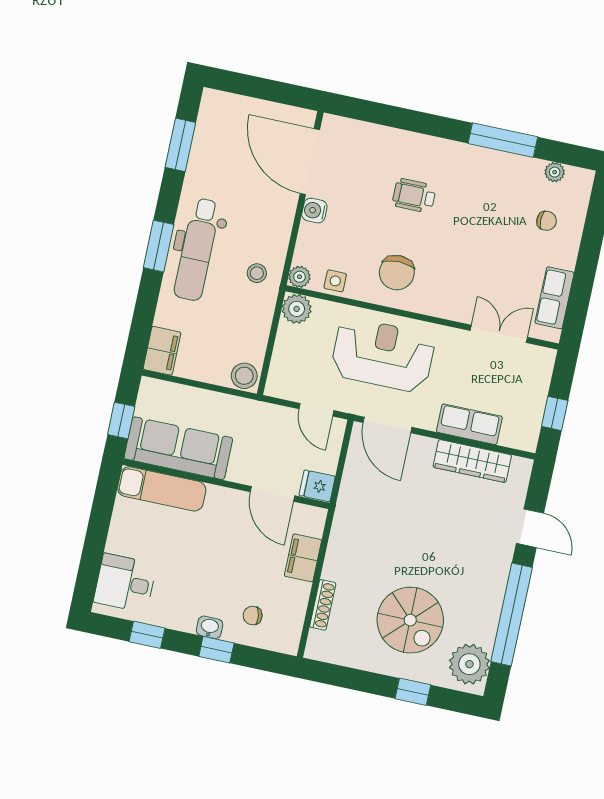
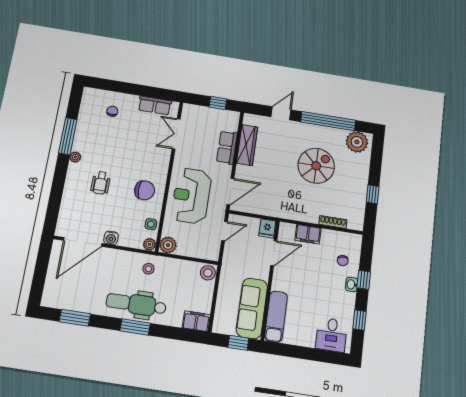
plant: (555, 172) -> (75, 157), moved
dental chair: (197, 249) -> (136, 304), turned 180
spiral stairs: (410, 620) -> (316, 166), moved
window: (413, 692) -> (373, 194), moved

